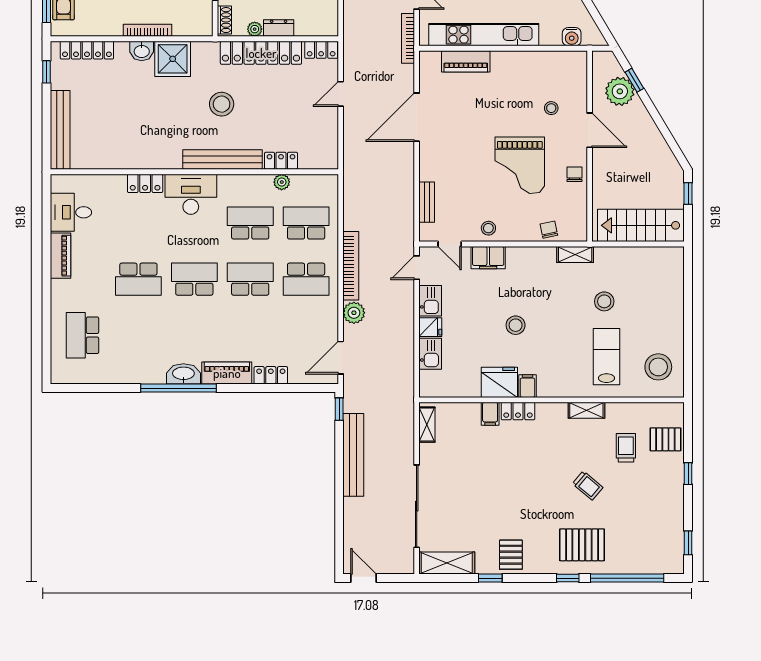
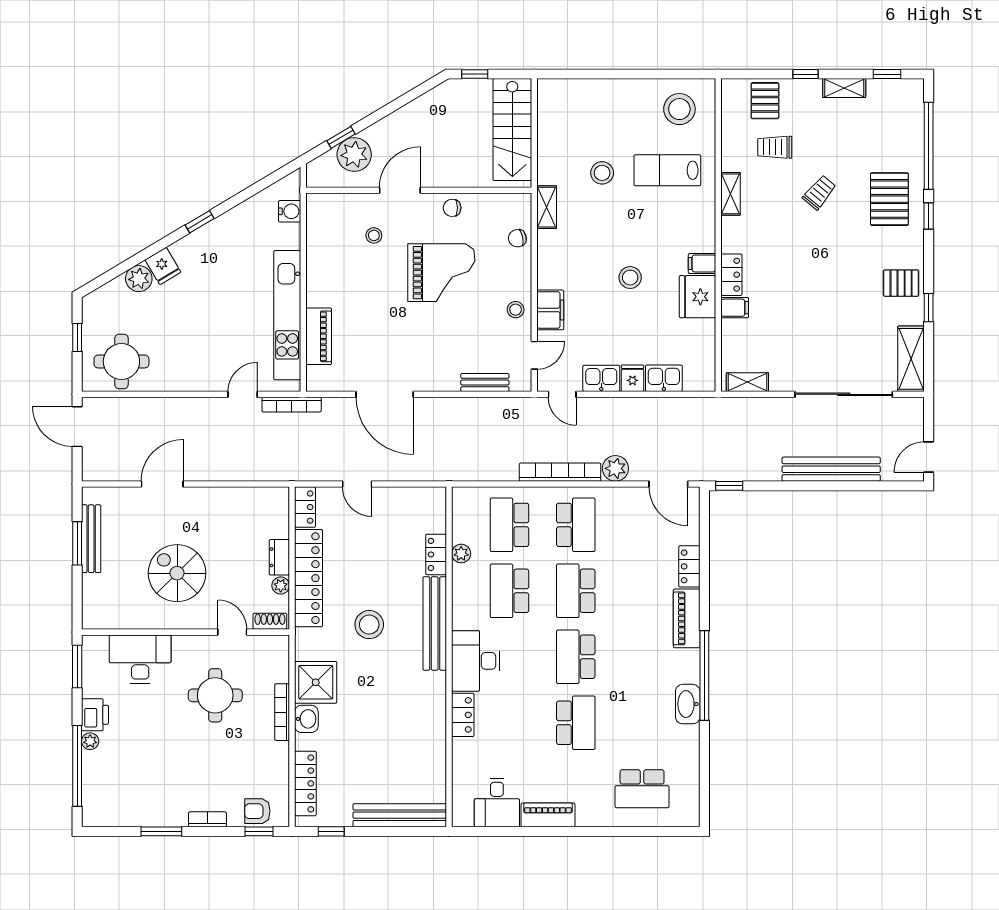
washbasin: (183, 374) -> (688, 704), moved
bench: (353, 455) -> (831, 469), moved
shelving: (676, 507) -> (844, 88), added

